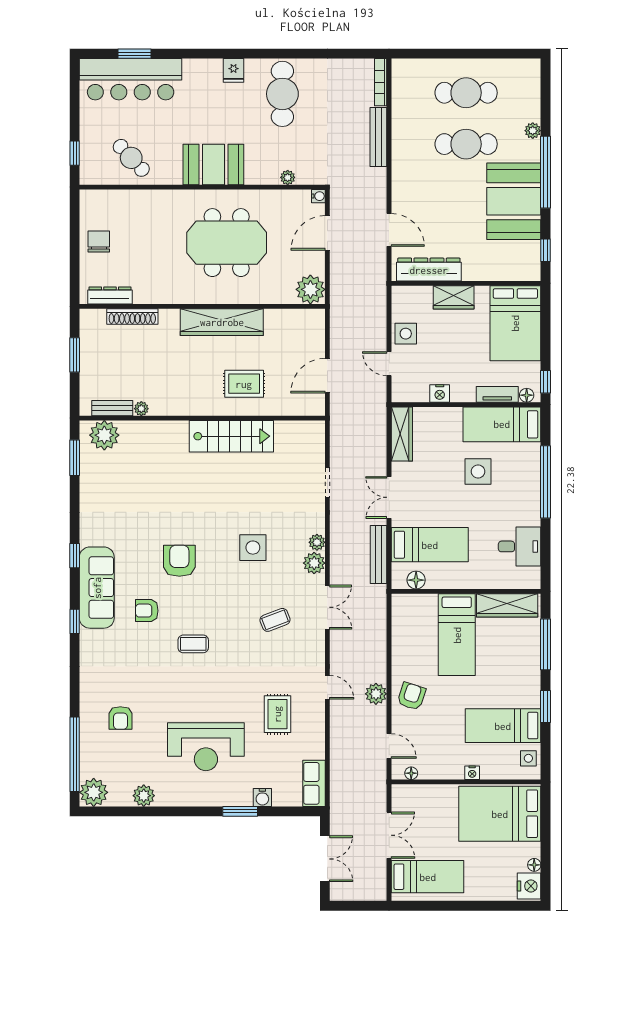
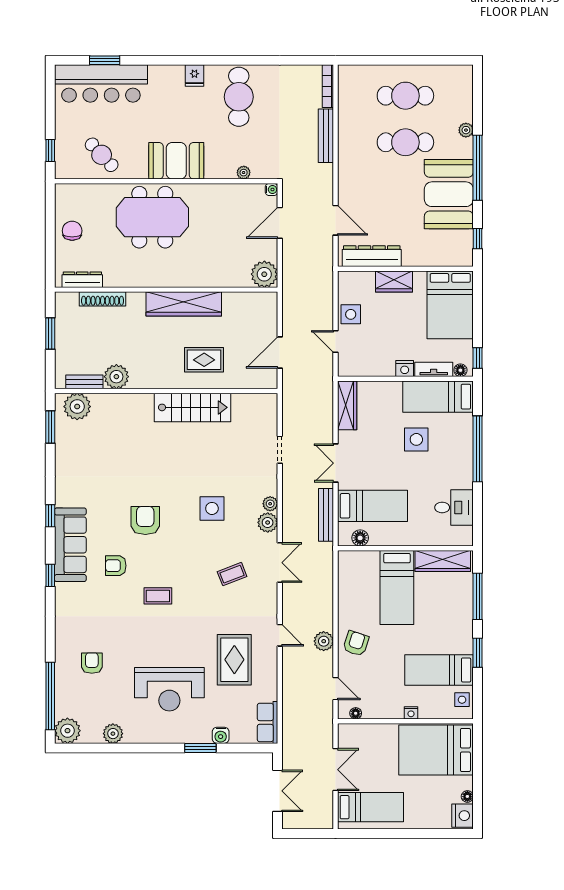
meeting table: (227, 243) -> (152, 217), moved
nightstand: (440, 393) -> (405, 369), moved
plant: (141, 409) -> (116, 377), width x1.88, depth x1.88
rug: (277, 714) -> (234, 660), width x1.36, depth x1.43
armchair: (120, 718) -> (92, 663), turned 180

